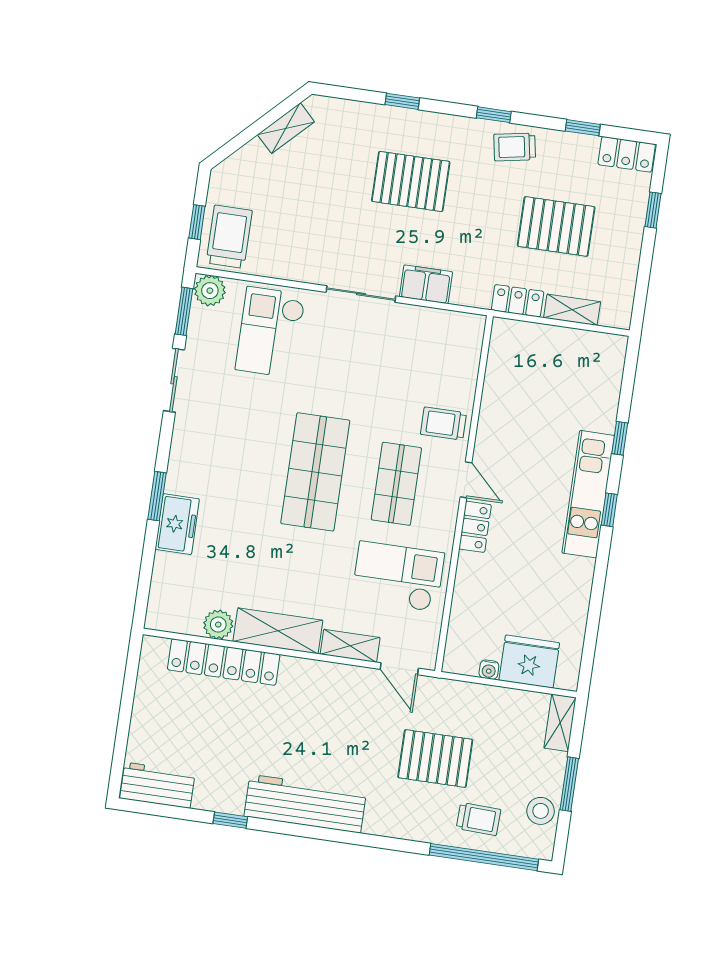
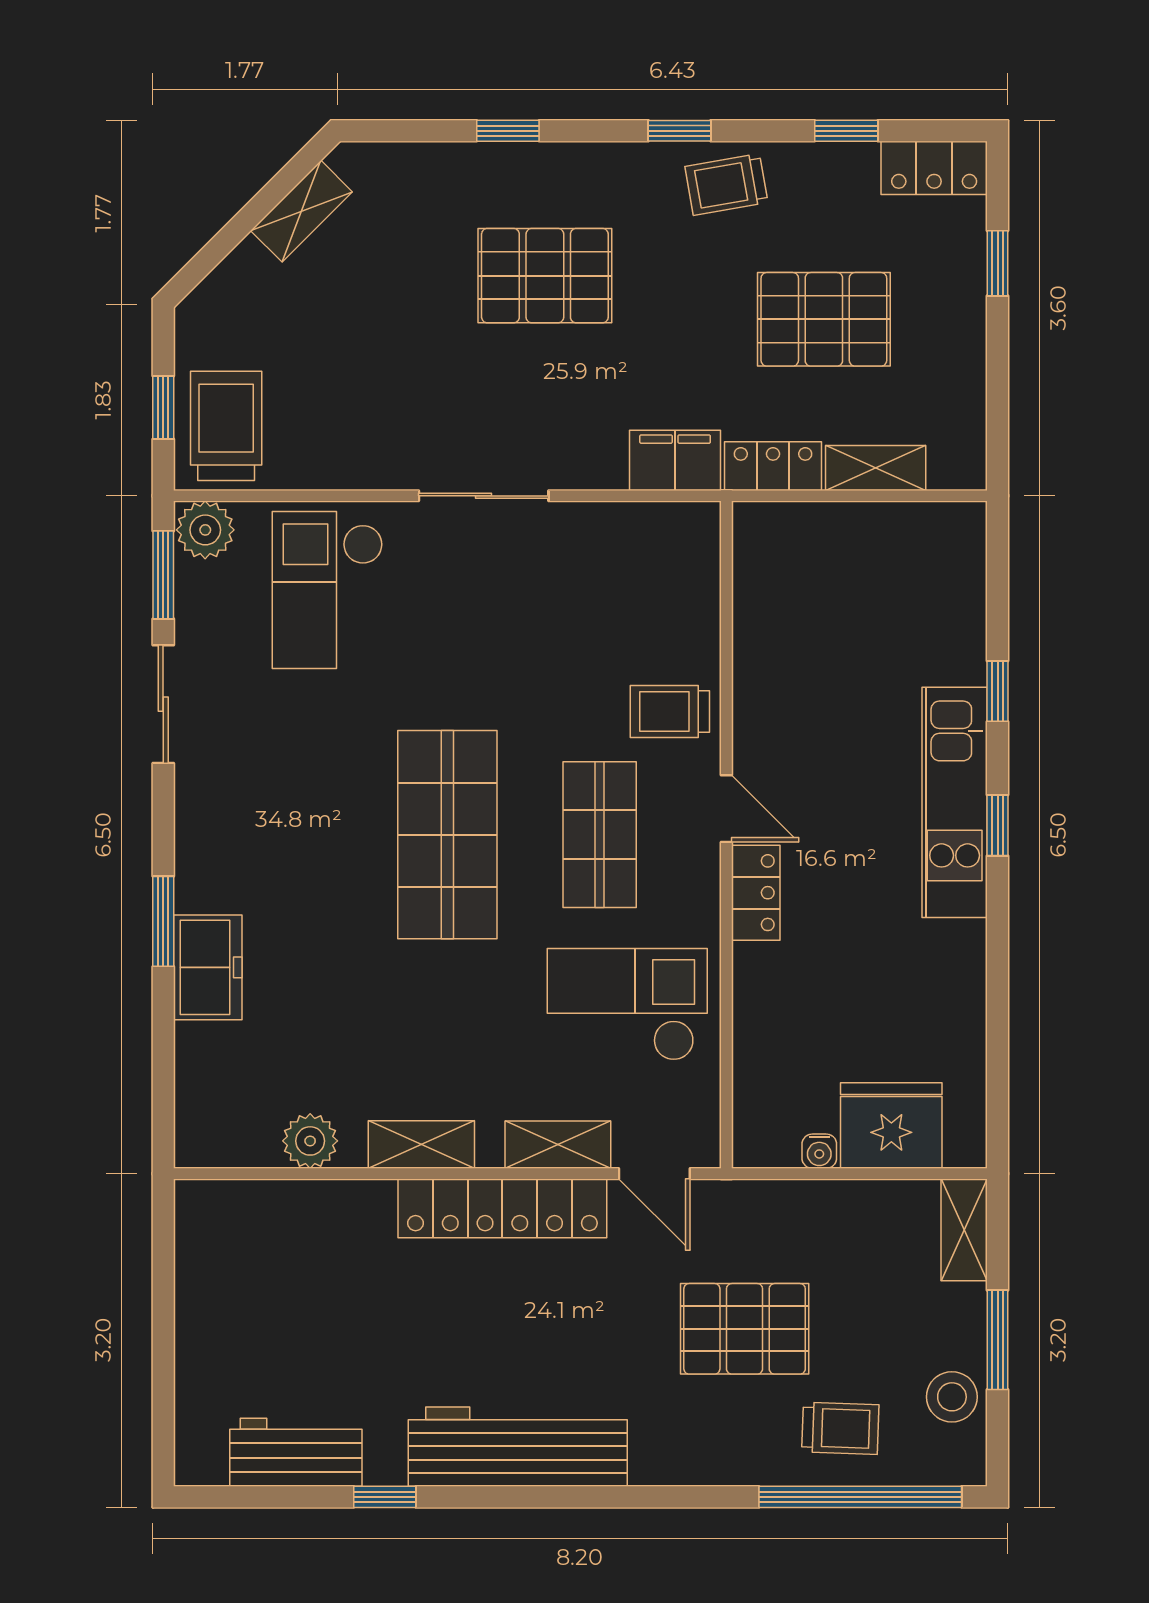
filing cabinet: (426, 284) -> (675, 460), moved
shelving: (278, 631) -> (421, 1145), width x0.67, depth x0.75
locker: (224, 662) -> (502, 1208), moved
workbench: (157, 785) -> (296, 1452), moved

